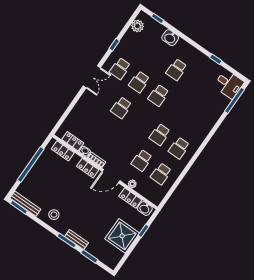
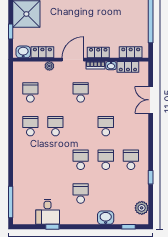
double door: (92, 77) -> (151, 100), moved
desk: (229, 84) -> (48, 212), moved, turned -90
school desk: (142, 160) -> (81, 92), moved

